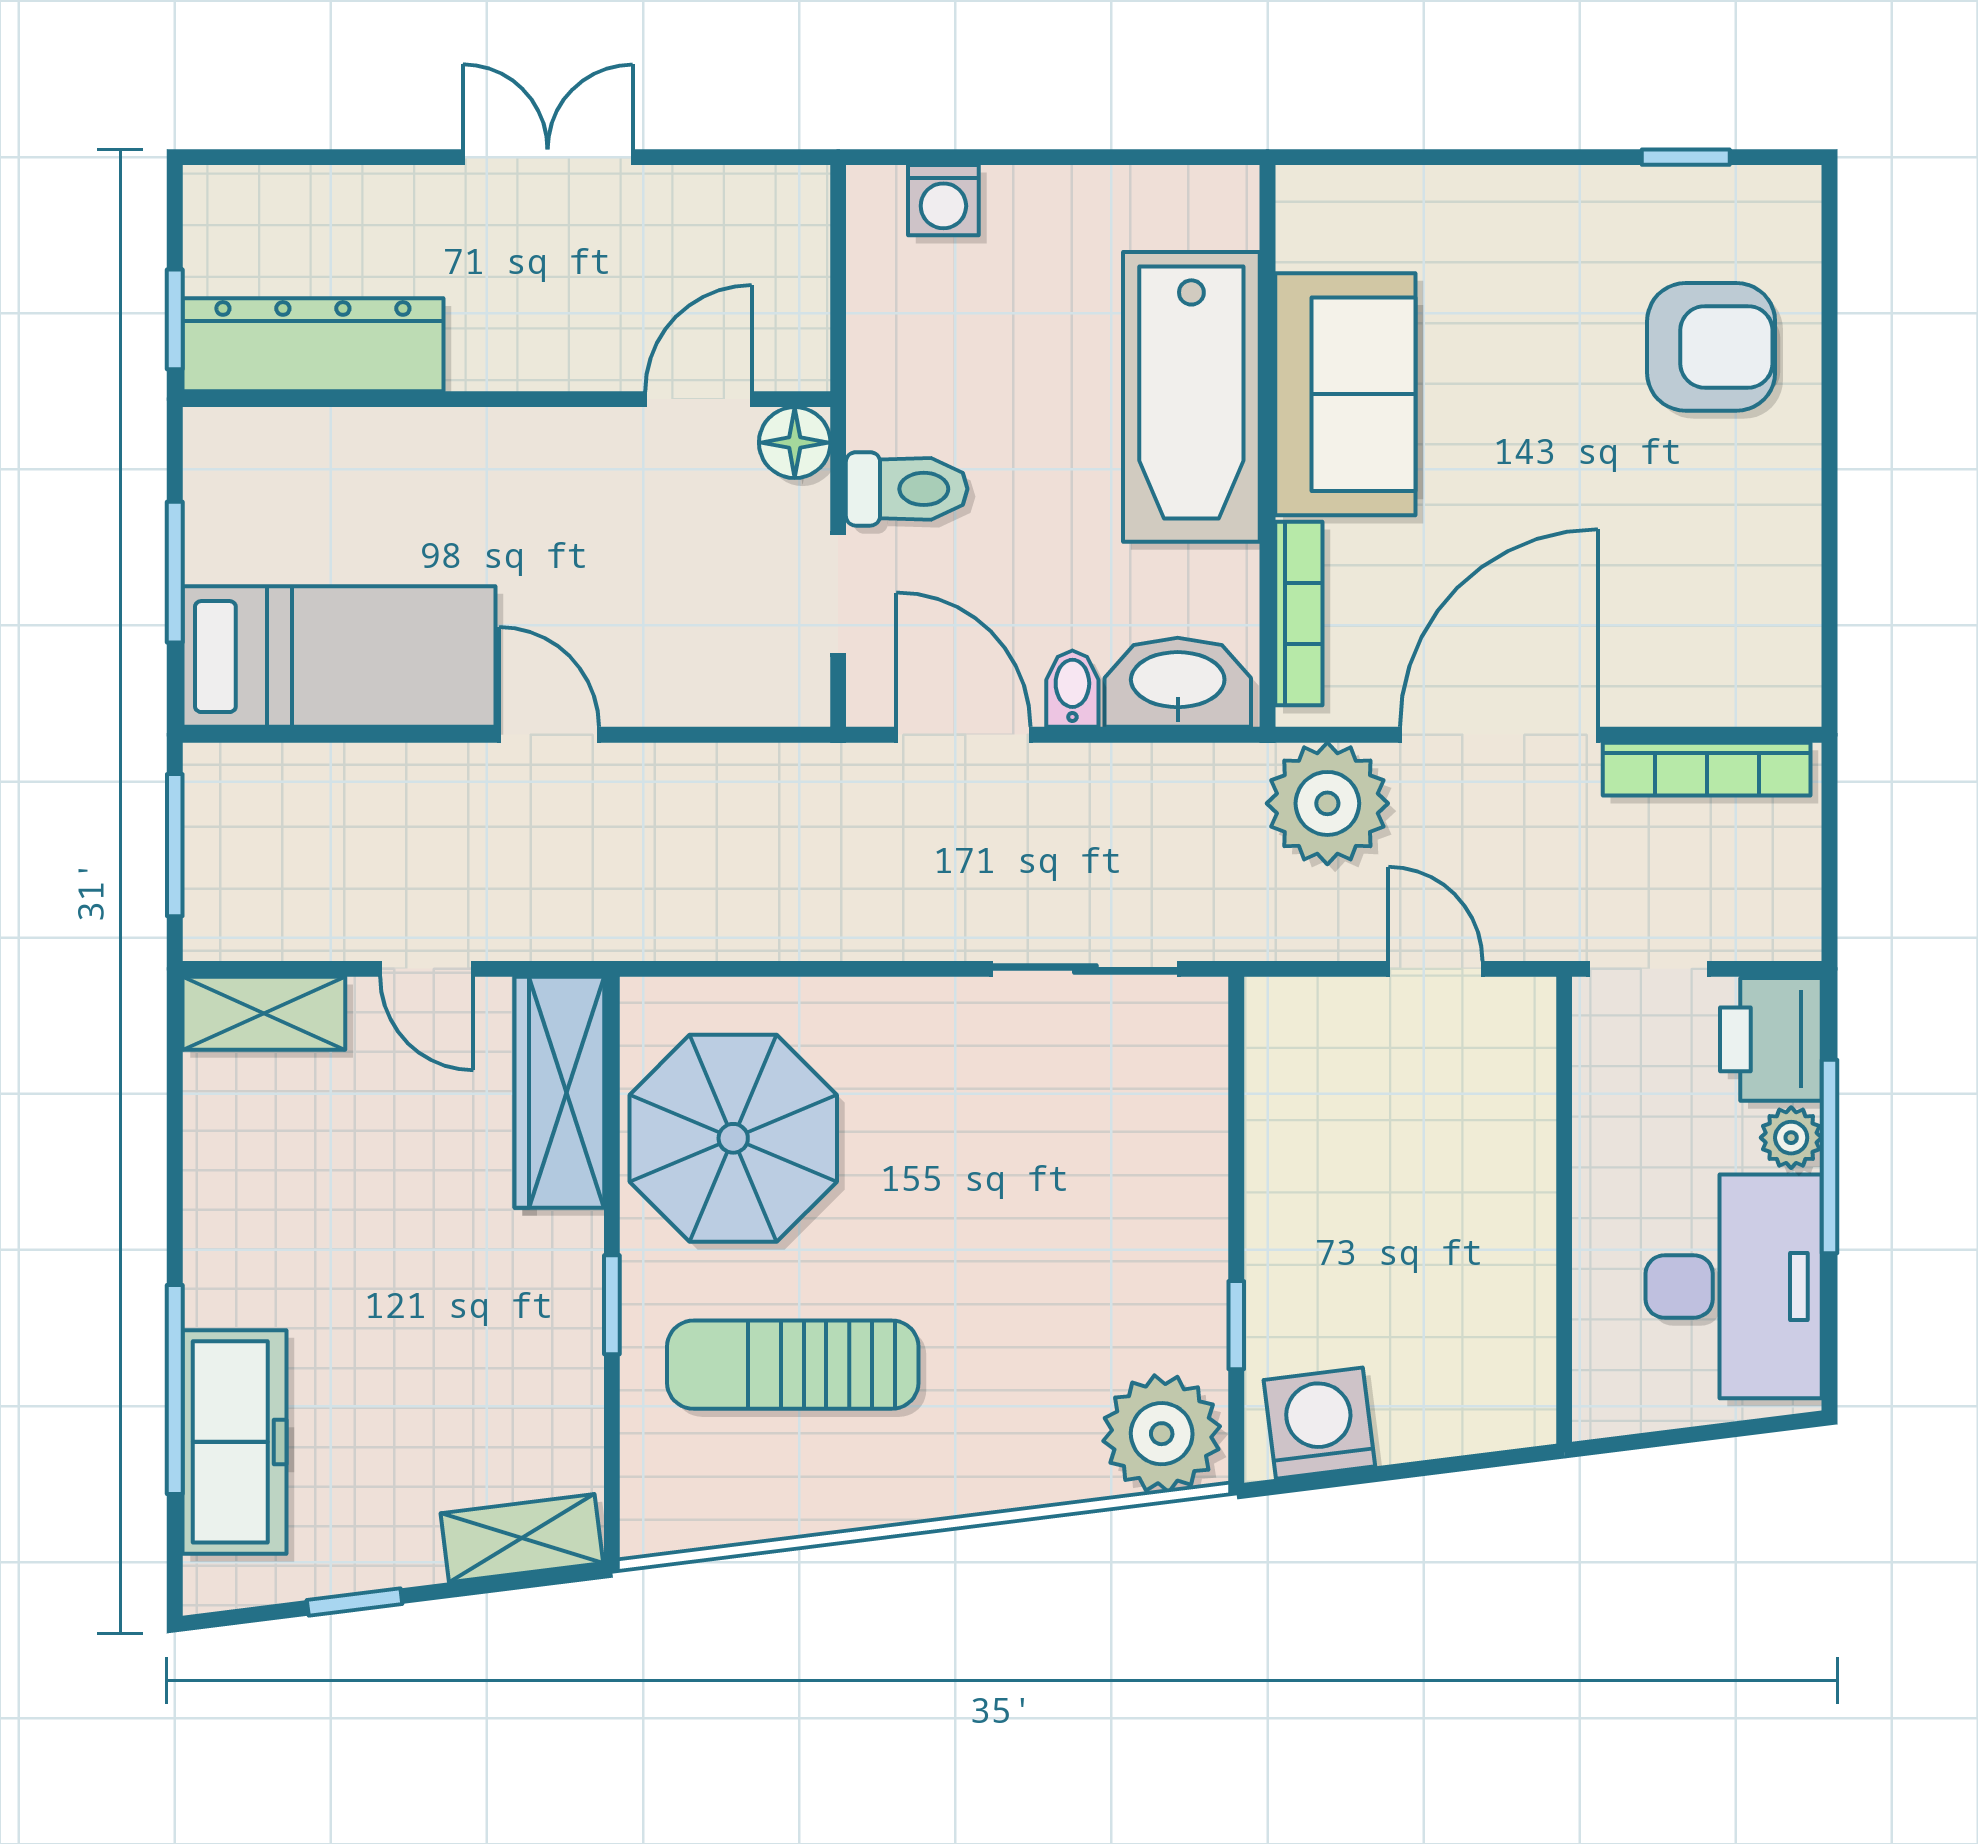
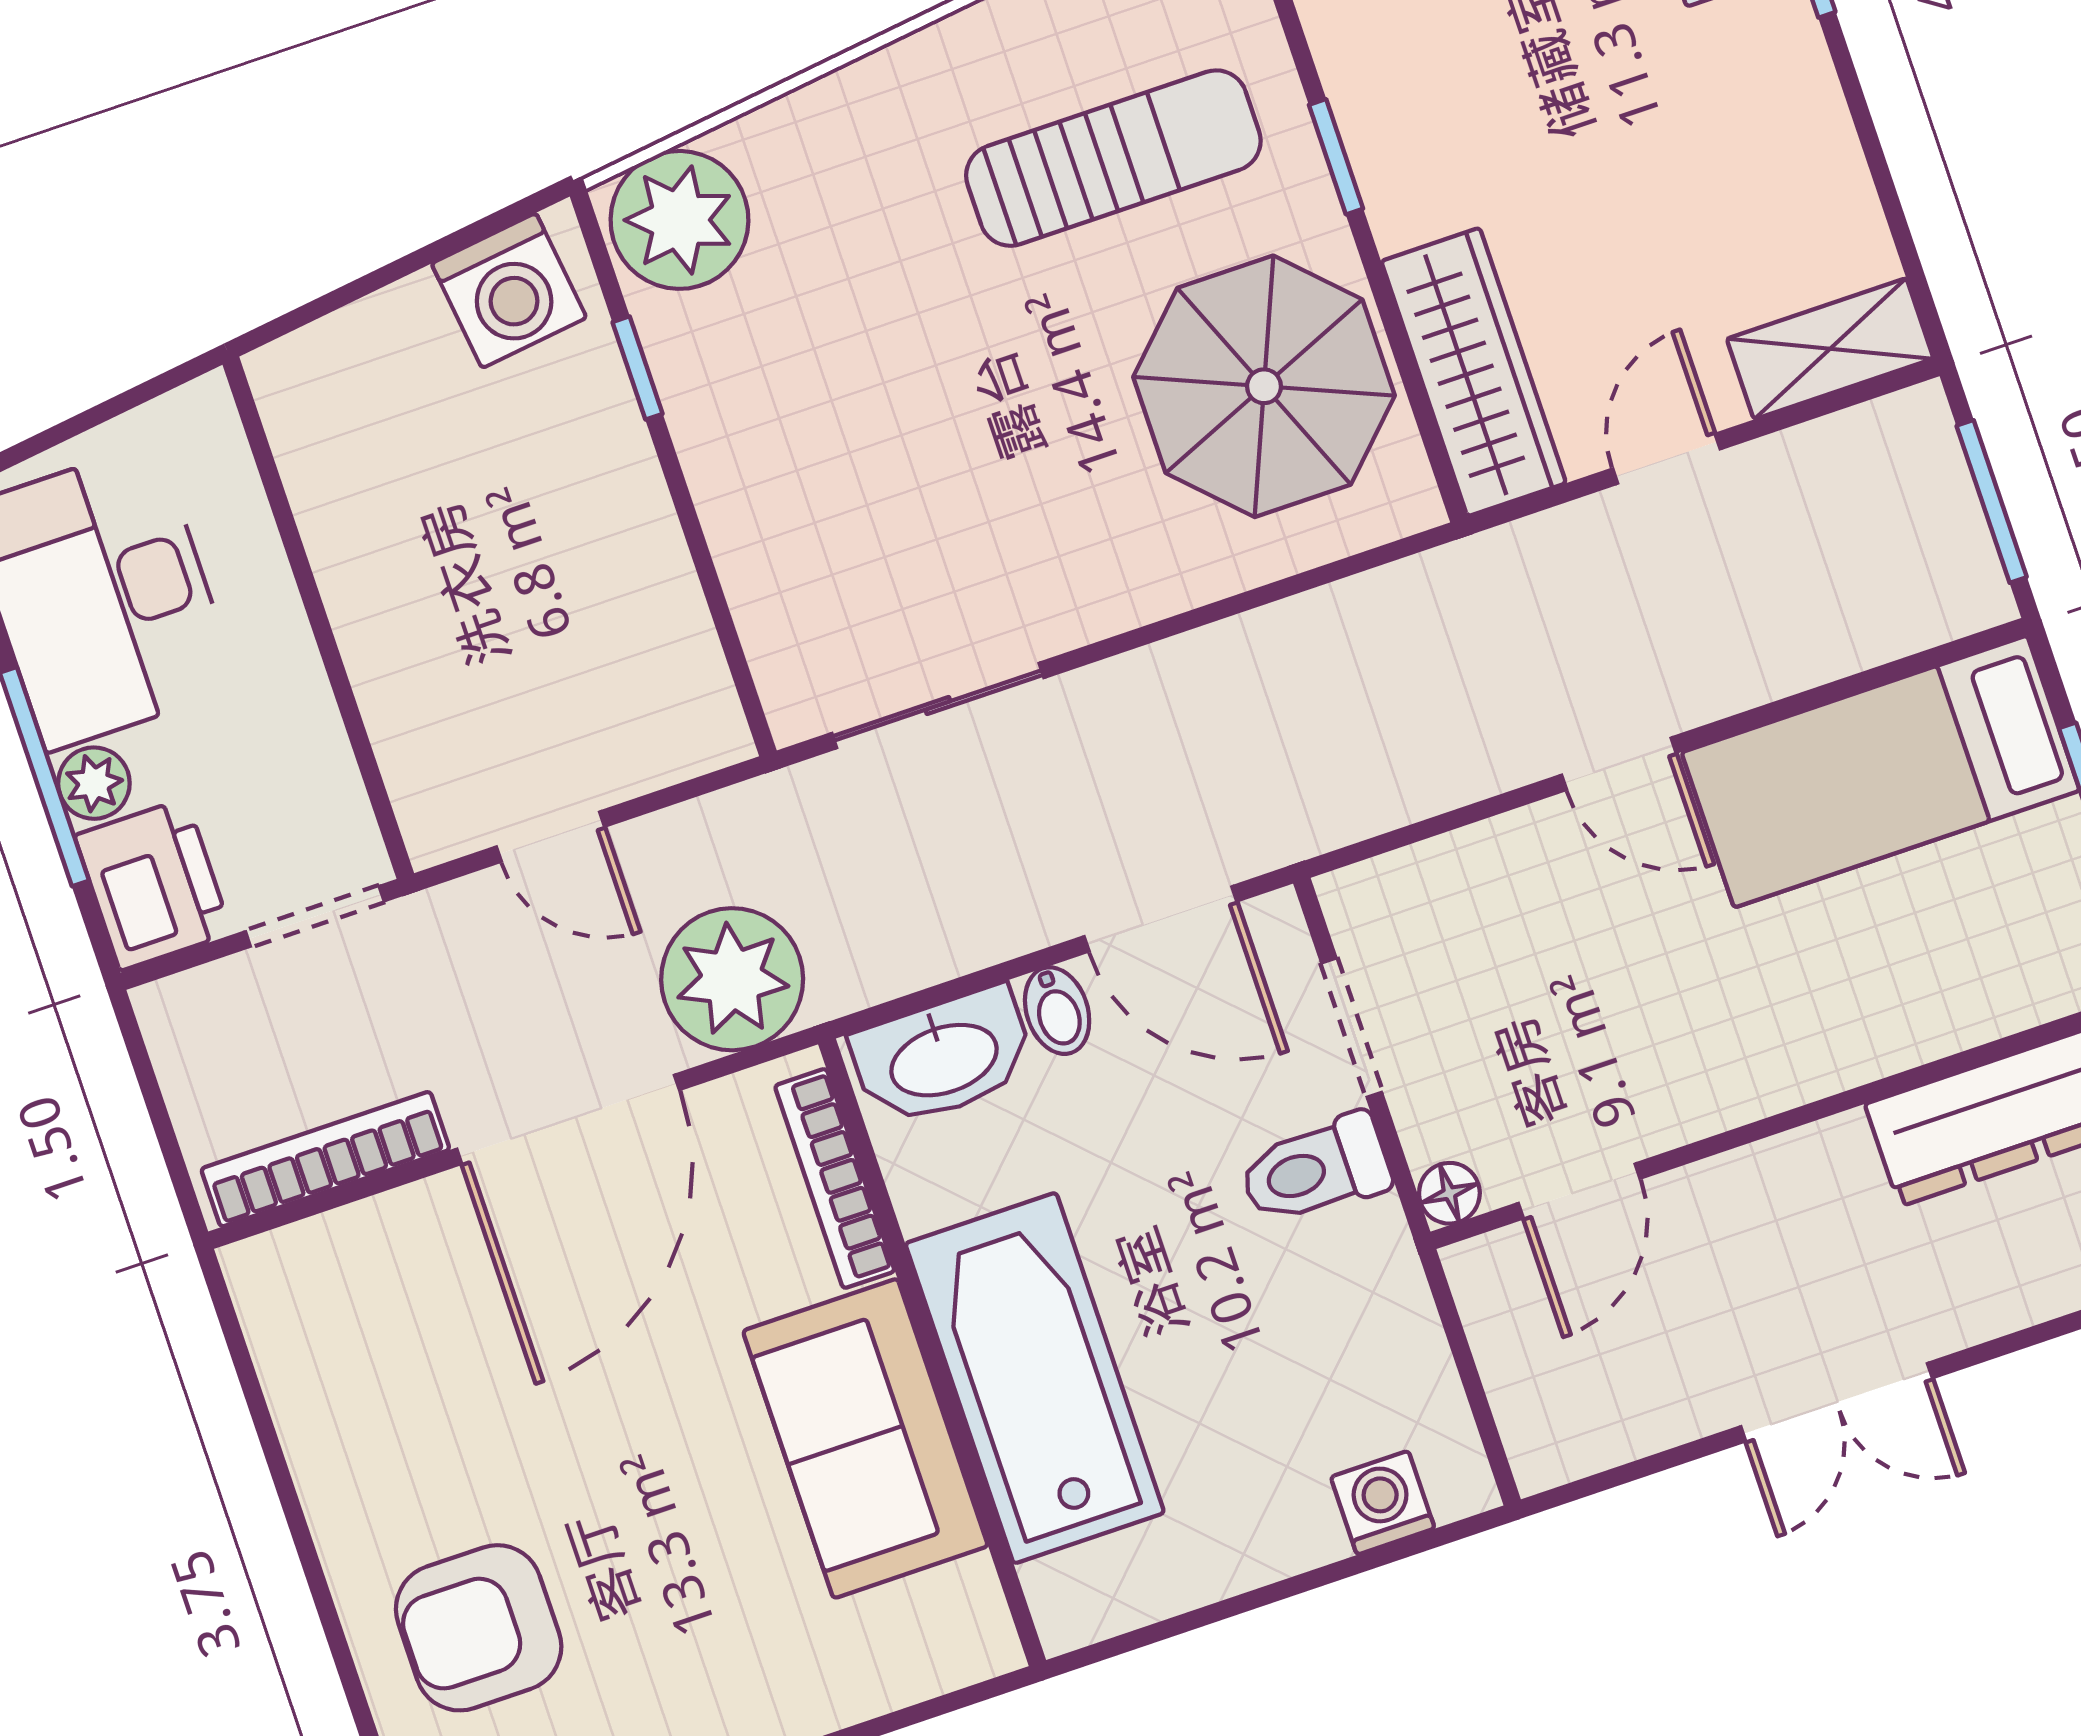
floor lamp: (795, 443) -> (1449, 1193), width x0.73, depth x0.73
door: (427, 969) -> (1666, 459), hinge flipped

